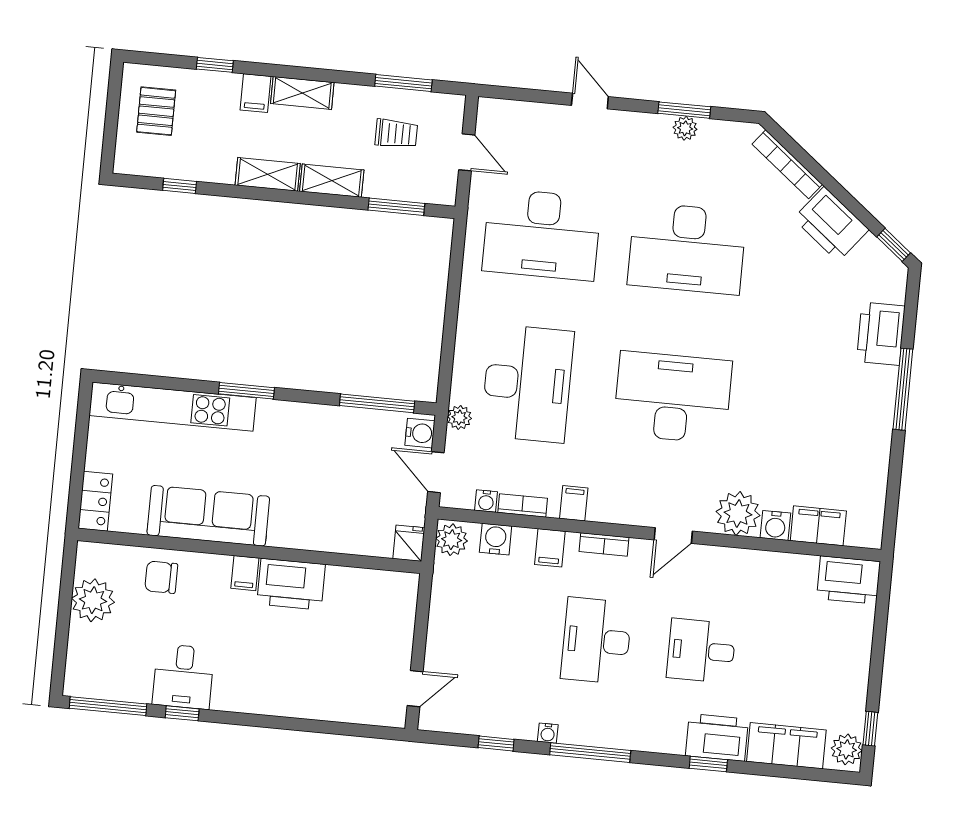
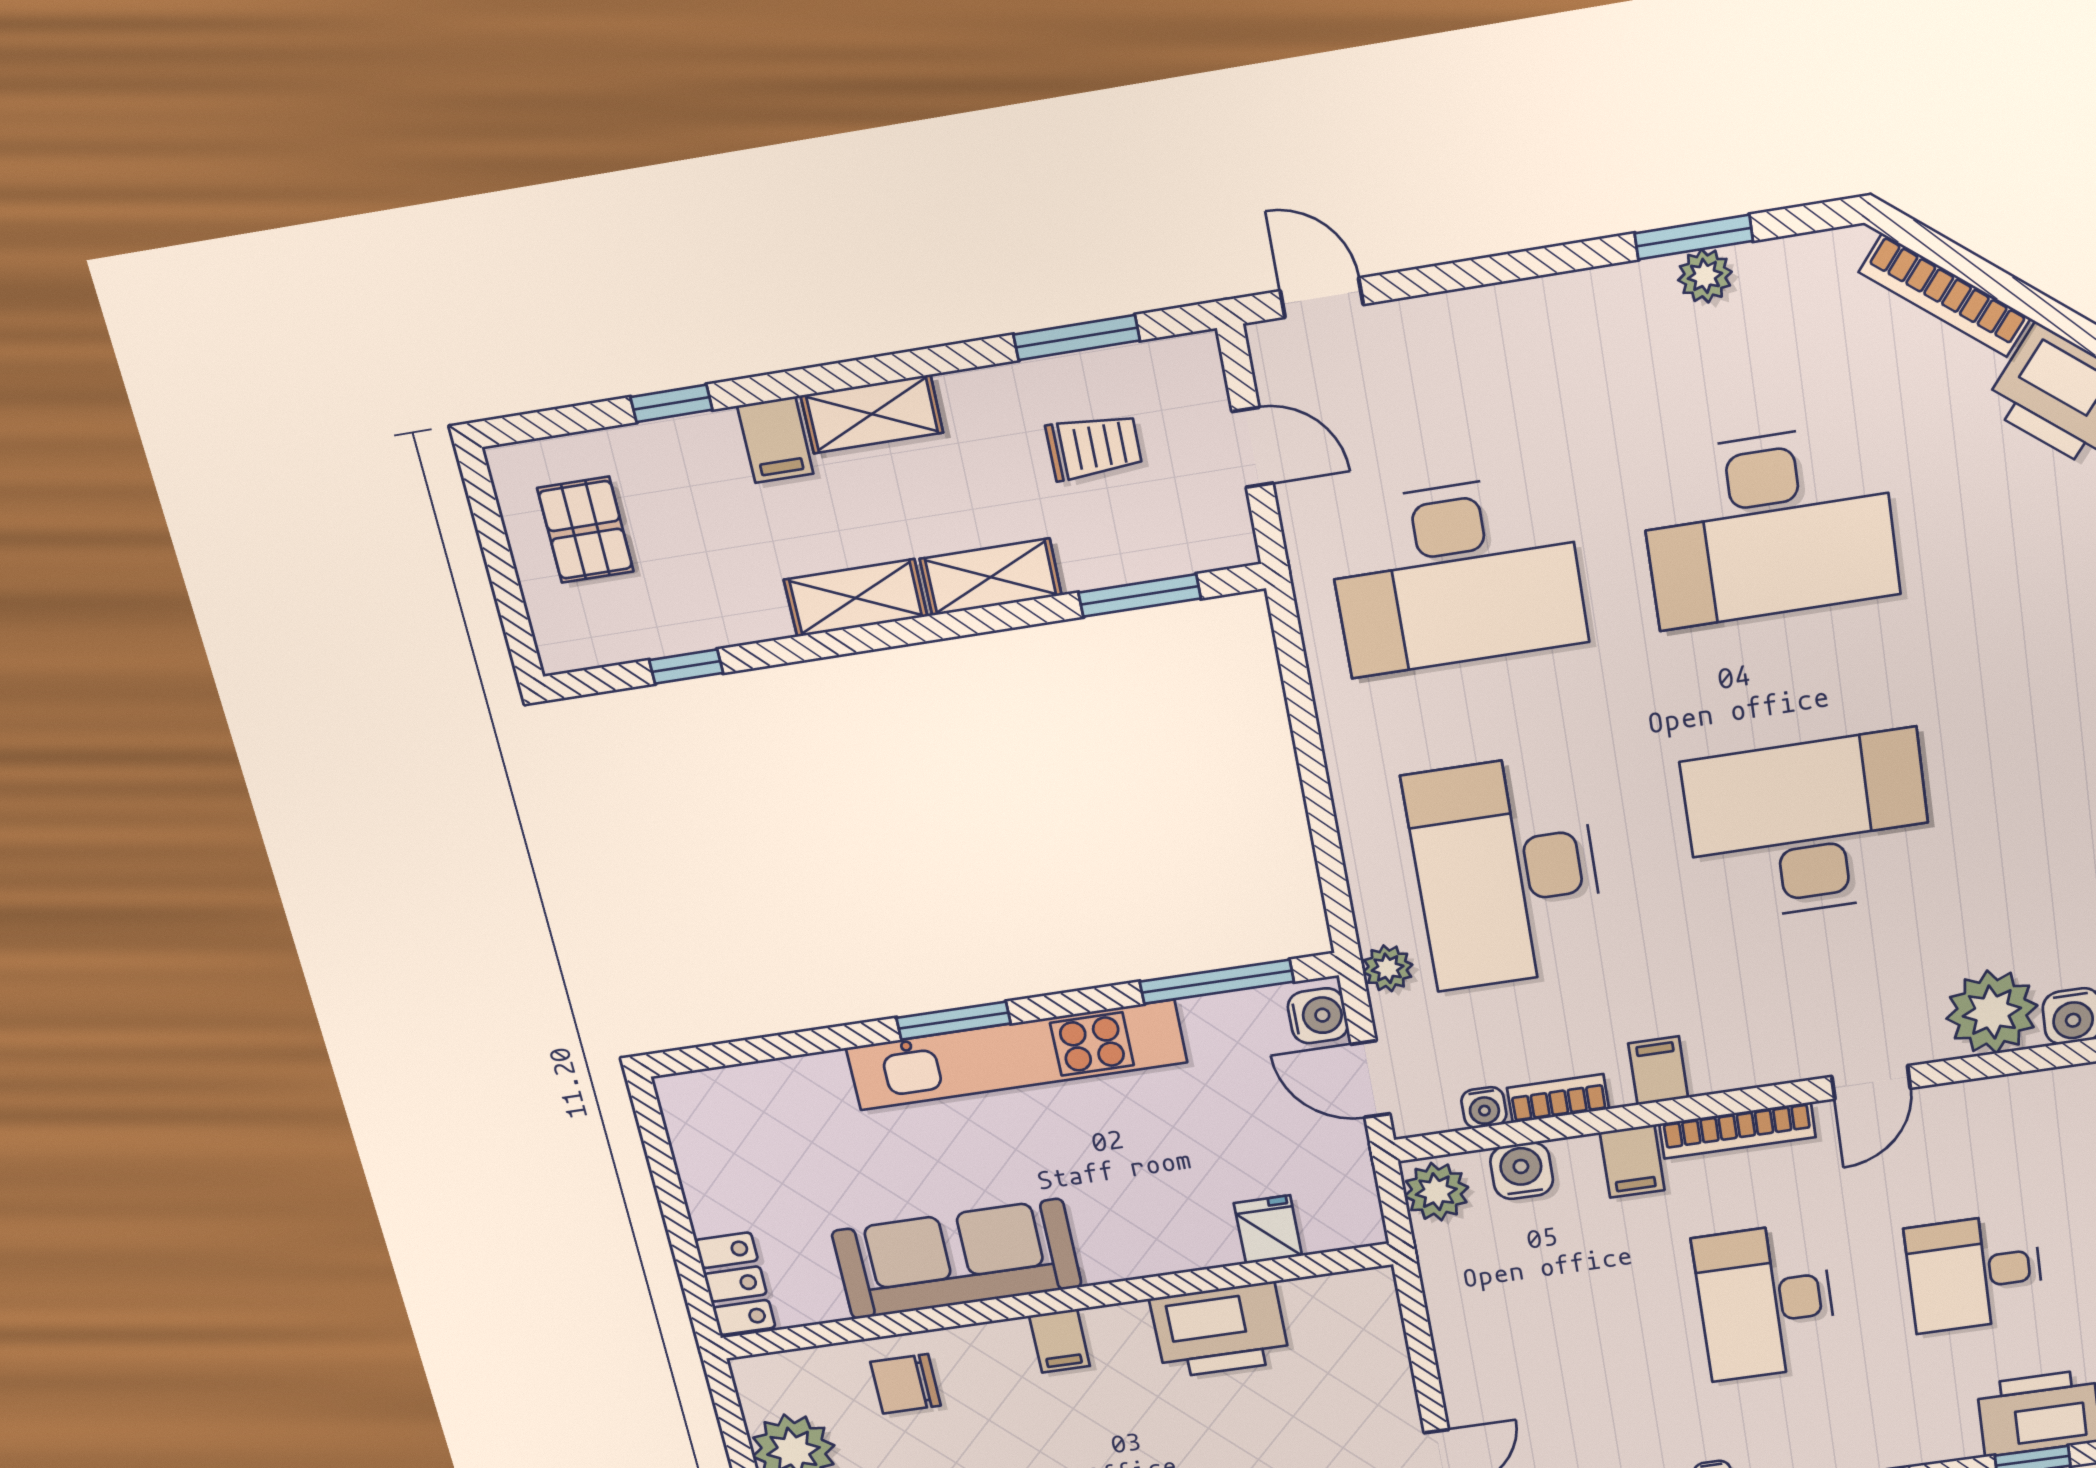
door: (590, 101) -> (1322, 298), moved
desk: (527, 383) -> (1506, 872), turned 180
kitchen unit: (172, 407) -> (1016, 1055), moved
fridge: (409, 543) -> (1268, 1230), moved
bookcase: (604, 544) -> (1737, 1130), width x1.56
printer: (291, 584) -> (1220, 1330), moved

